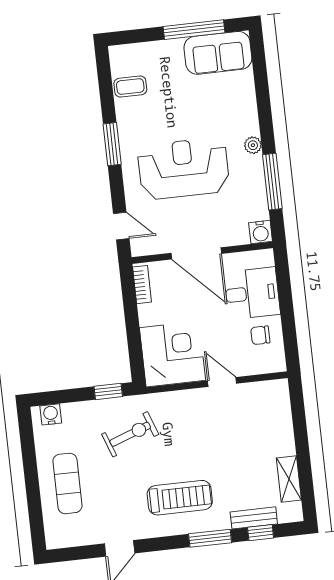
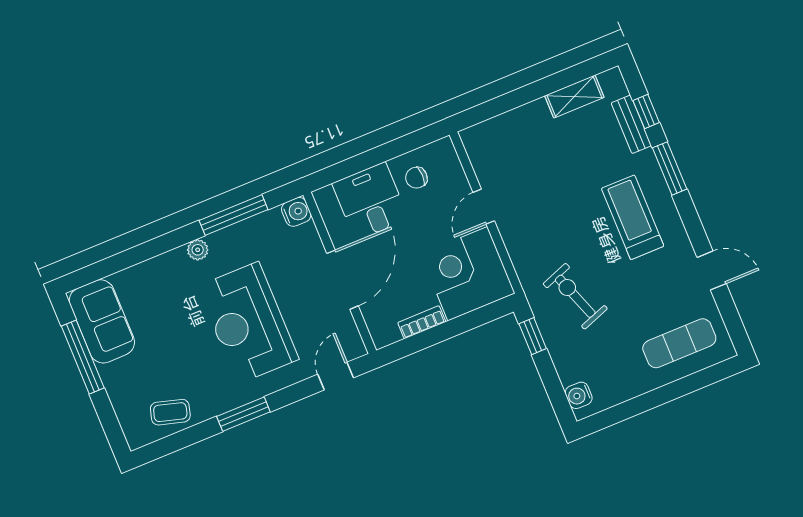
coffee table: (130, 87) -> (170, 412), turned -74
bookcase: (142, 285) -> (422, 322), moved
chair: (260, 335) -> (416, 178), turned 90
exercise mat: (67, 483) -> (679, 343), moved

